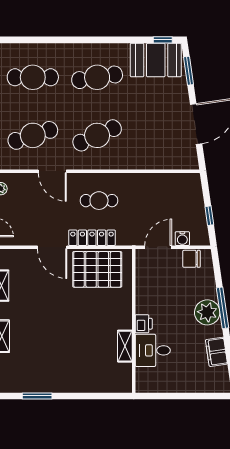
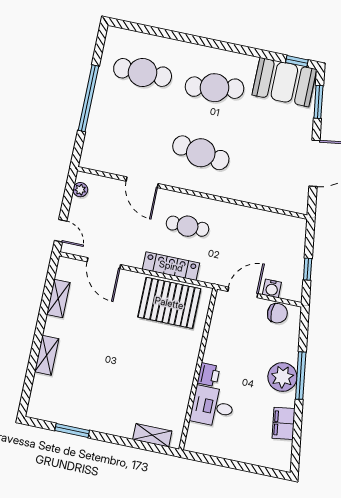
cafe table: (33, 135) -> (129, 138), removed
cafe table: (97, 135) -> (201, 153), turned 33
door: (52, 247) -> (104, 263), moved
chair: (191, 259) -> (277, 313), turned 180
shelving: (125, 346) -> (152, 435), moved, turned 90

